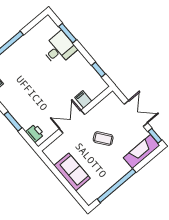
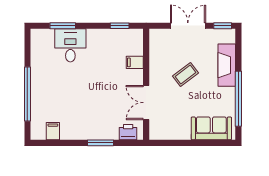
double door: (72, 122) -> (146, 103), moved
fireplace: (142, 152) -> (227, 65), moved
sofa: (72, 172) -> (211, 128), moved

